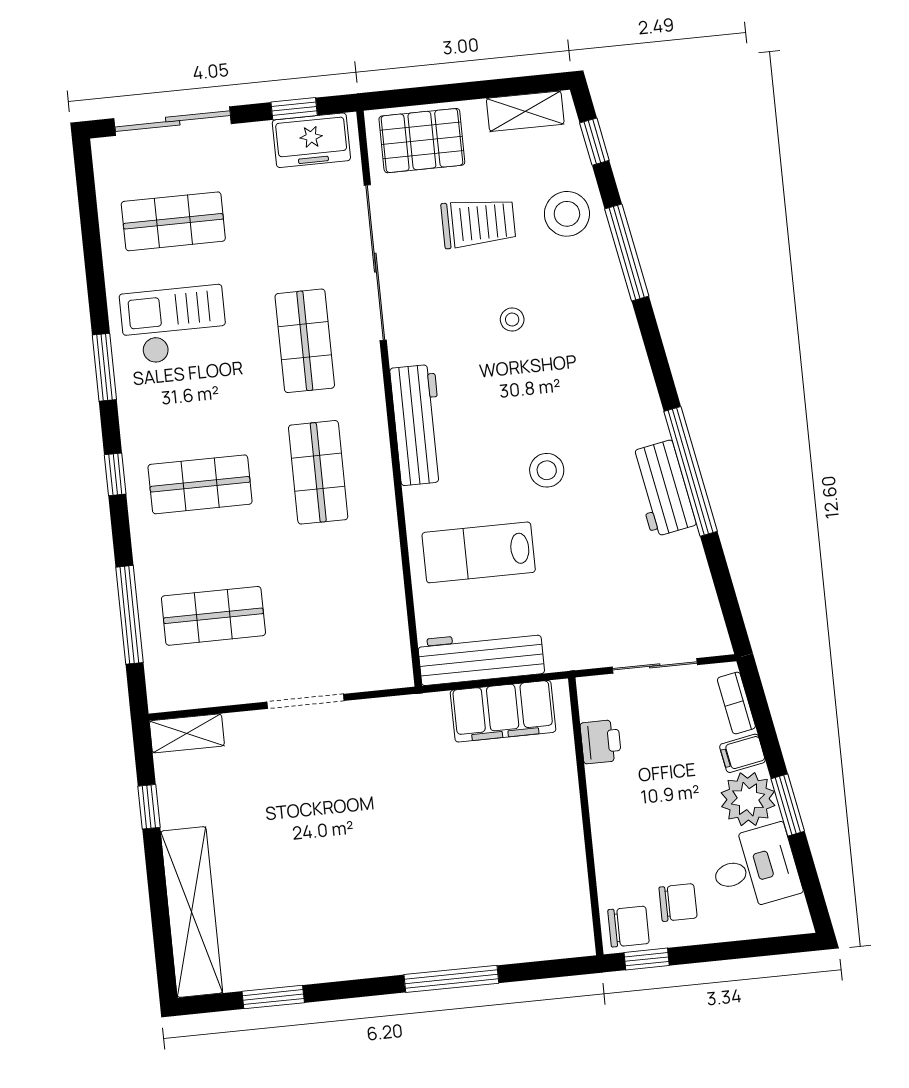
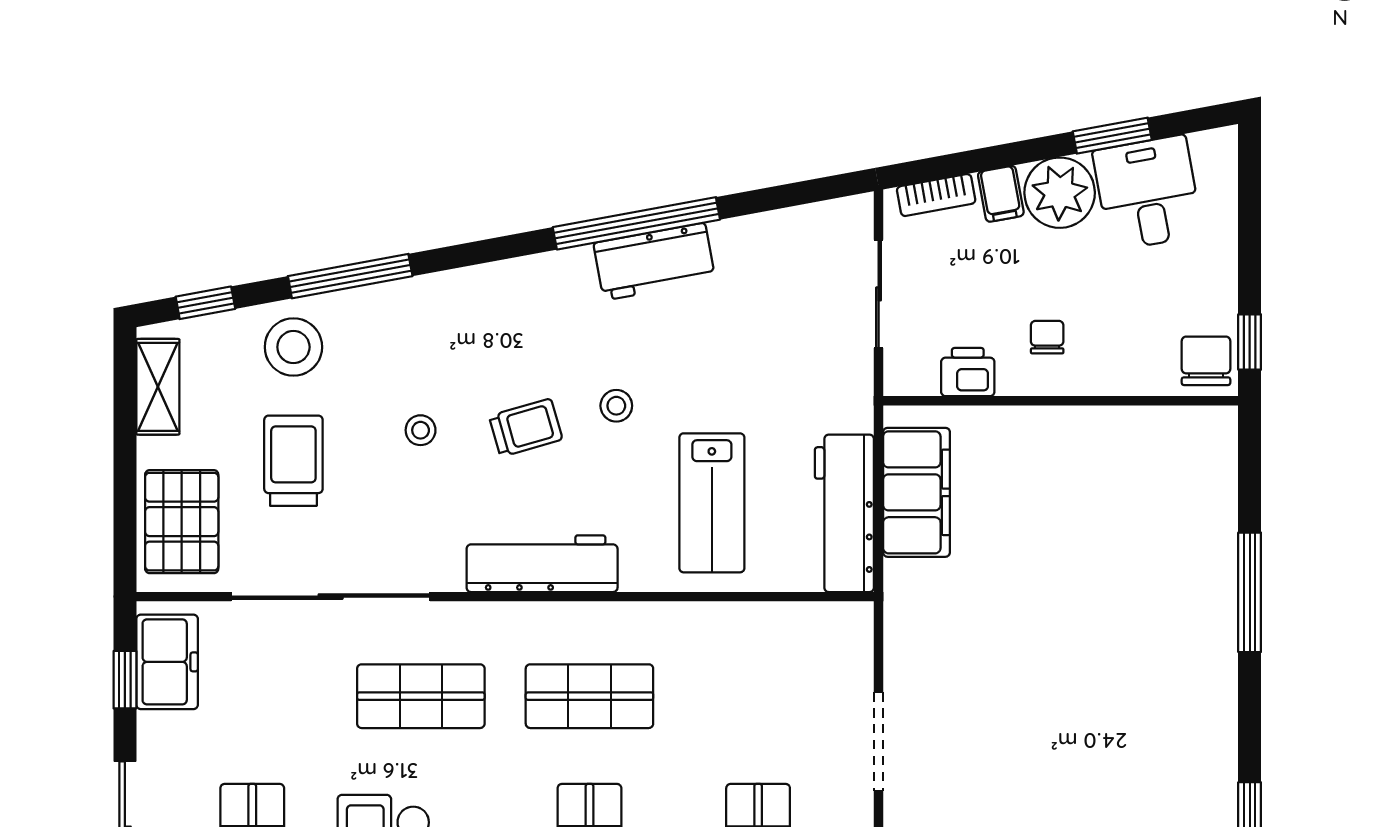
trolley: (522, 401) -> (526, 428), added
stool: (547, 470) -> (616, 406), width x0.73, depth x0.73
window: (788, 805) -> (1112, 136), moved
chair: (678, 903) -> (1047, 337), moved, width x0.73, depth x0.73

